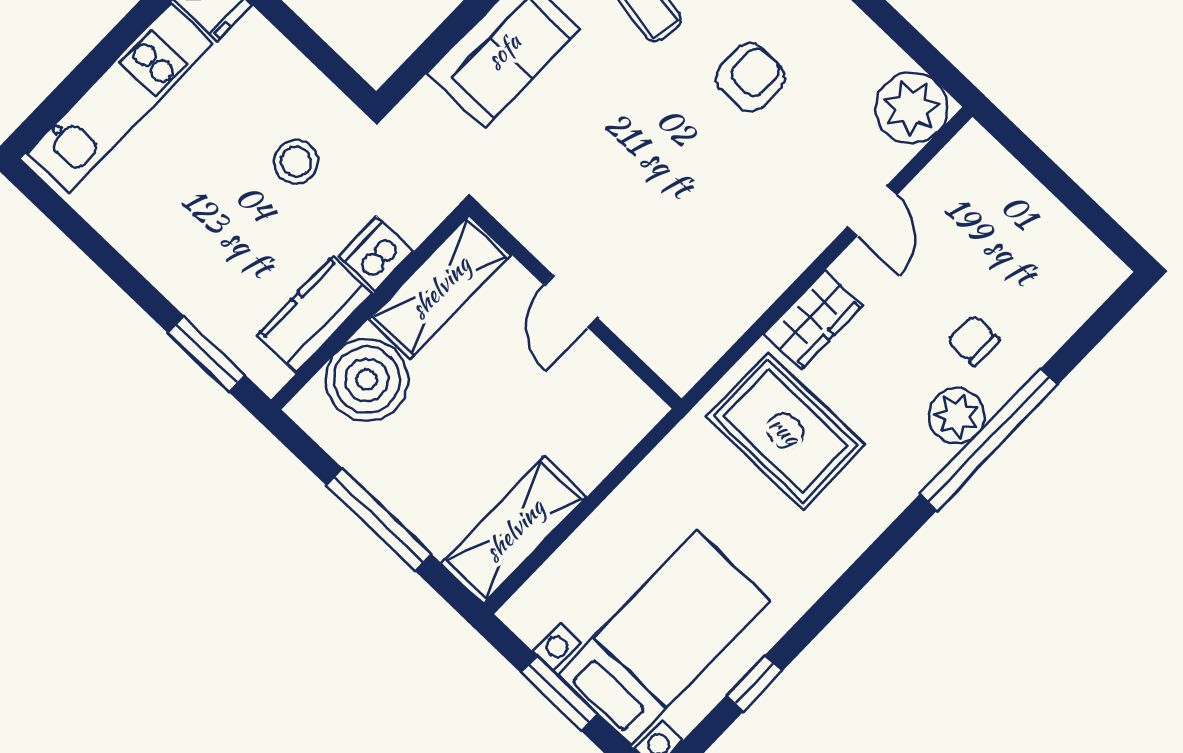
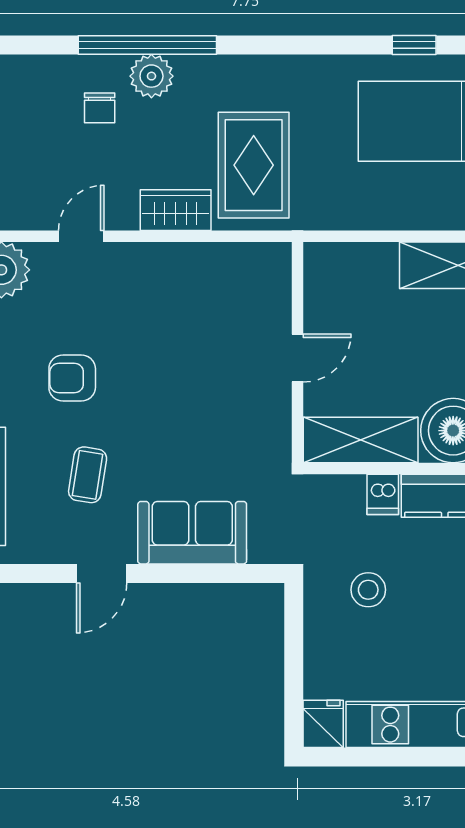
dishwasher: (376, 254) -> (383, 494), width x0.73

